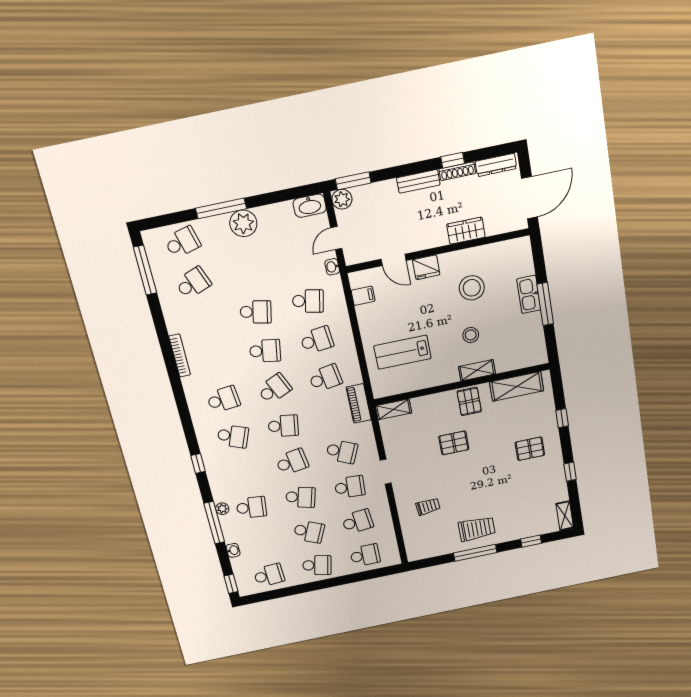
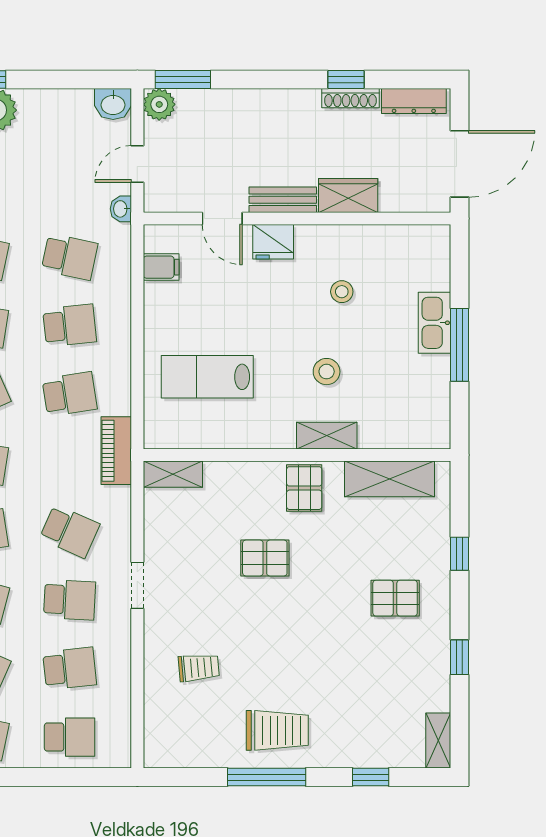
bench: (418, 181) -> (283, 200), moved
washbasin: (310, 206) -> (113, 104), width x0.72
stool: (472, 288) -> (342, 292), width x0.53, depth x0.53

